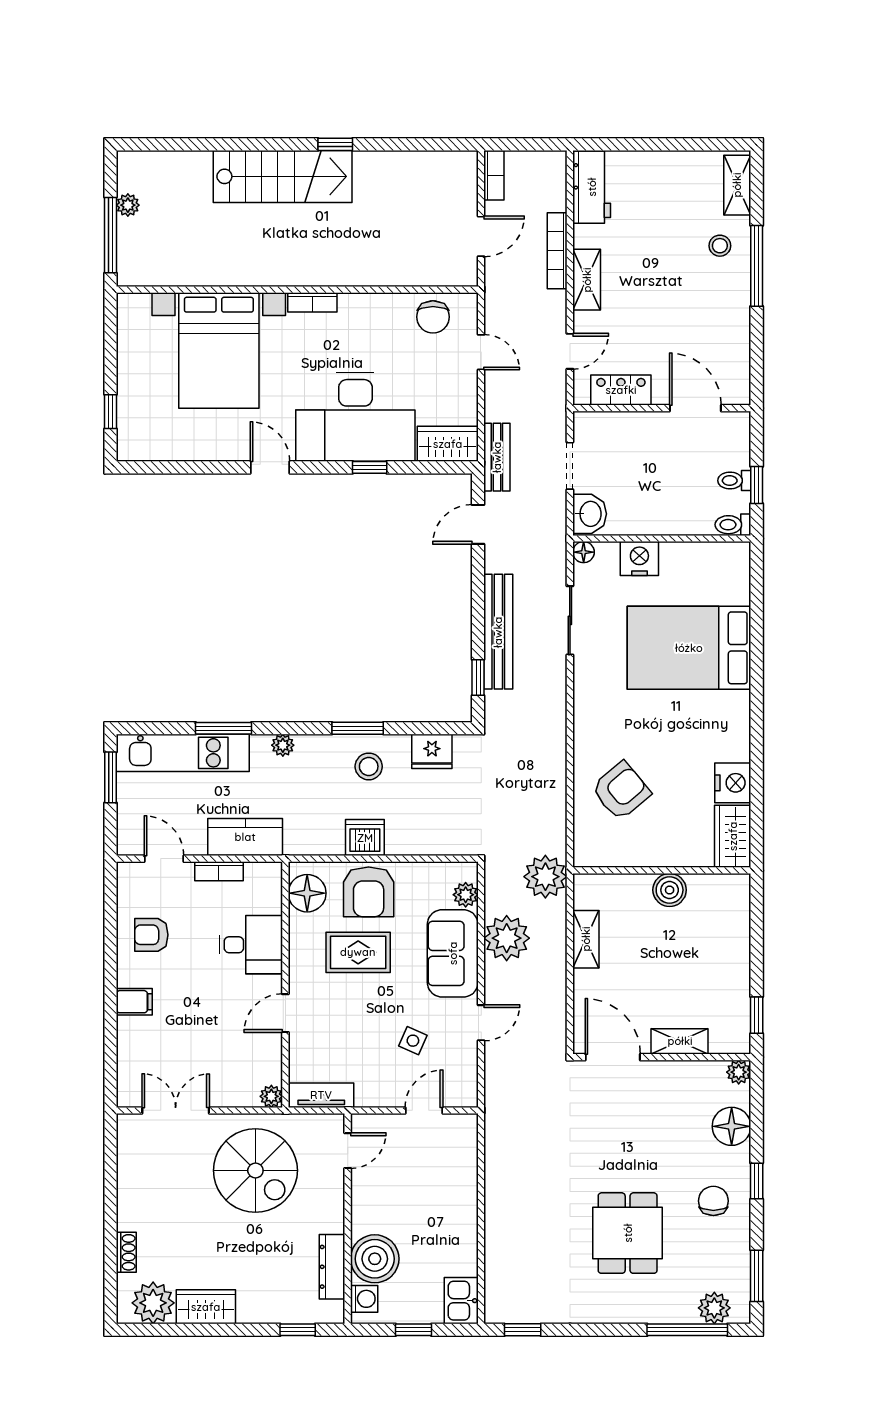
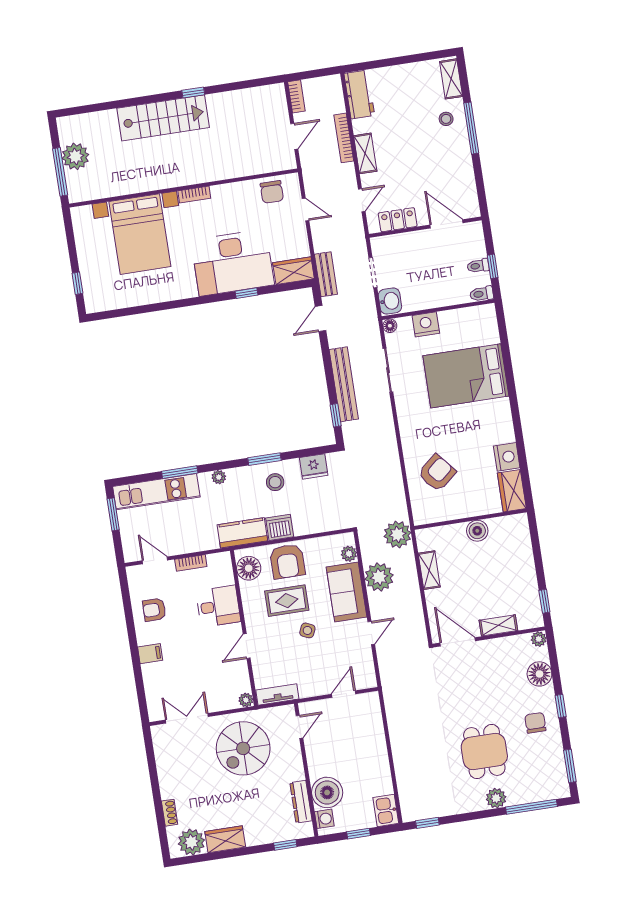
plant: (128, 205) -> (75, 156), width x1.87, depth x1.87
door: (270, 467) -> (184, 303), removed
kitchen counter: (245, 837) -> (242, 533), moved
side table: (413, 1041) -> (307, 630), moved
spiral stairs: (255, 1170) -> (243, 748), turned 90
plant: (714, 1308) -> (496, 798), moved

